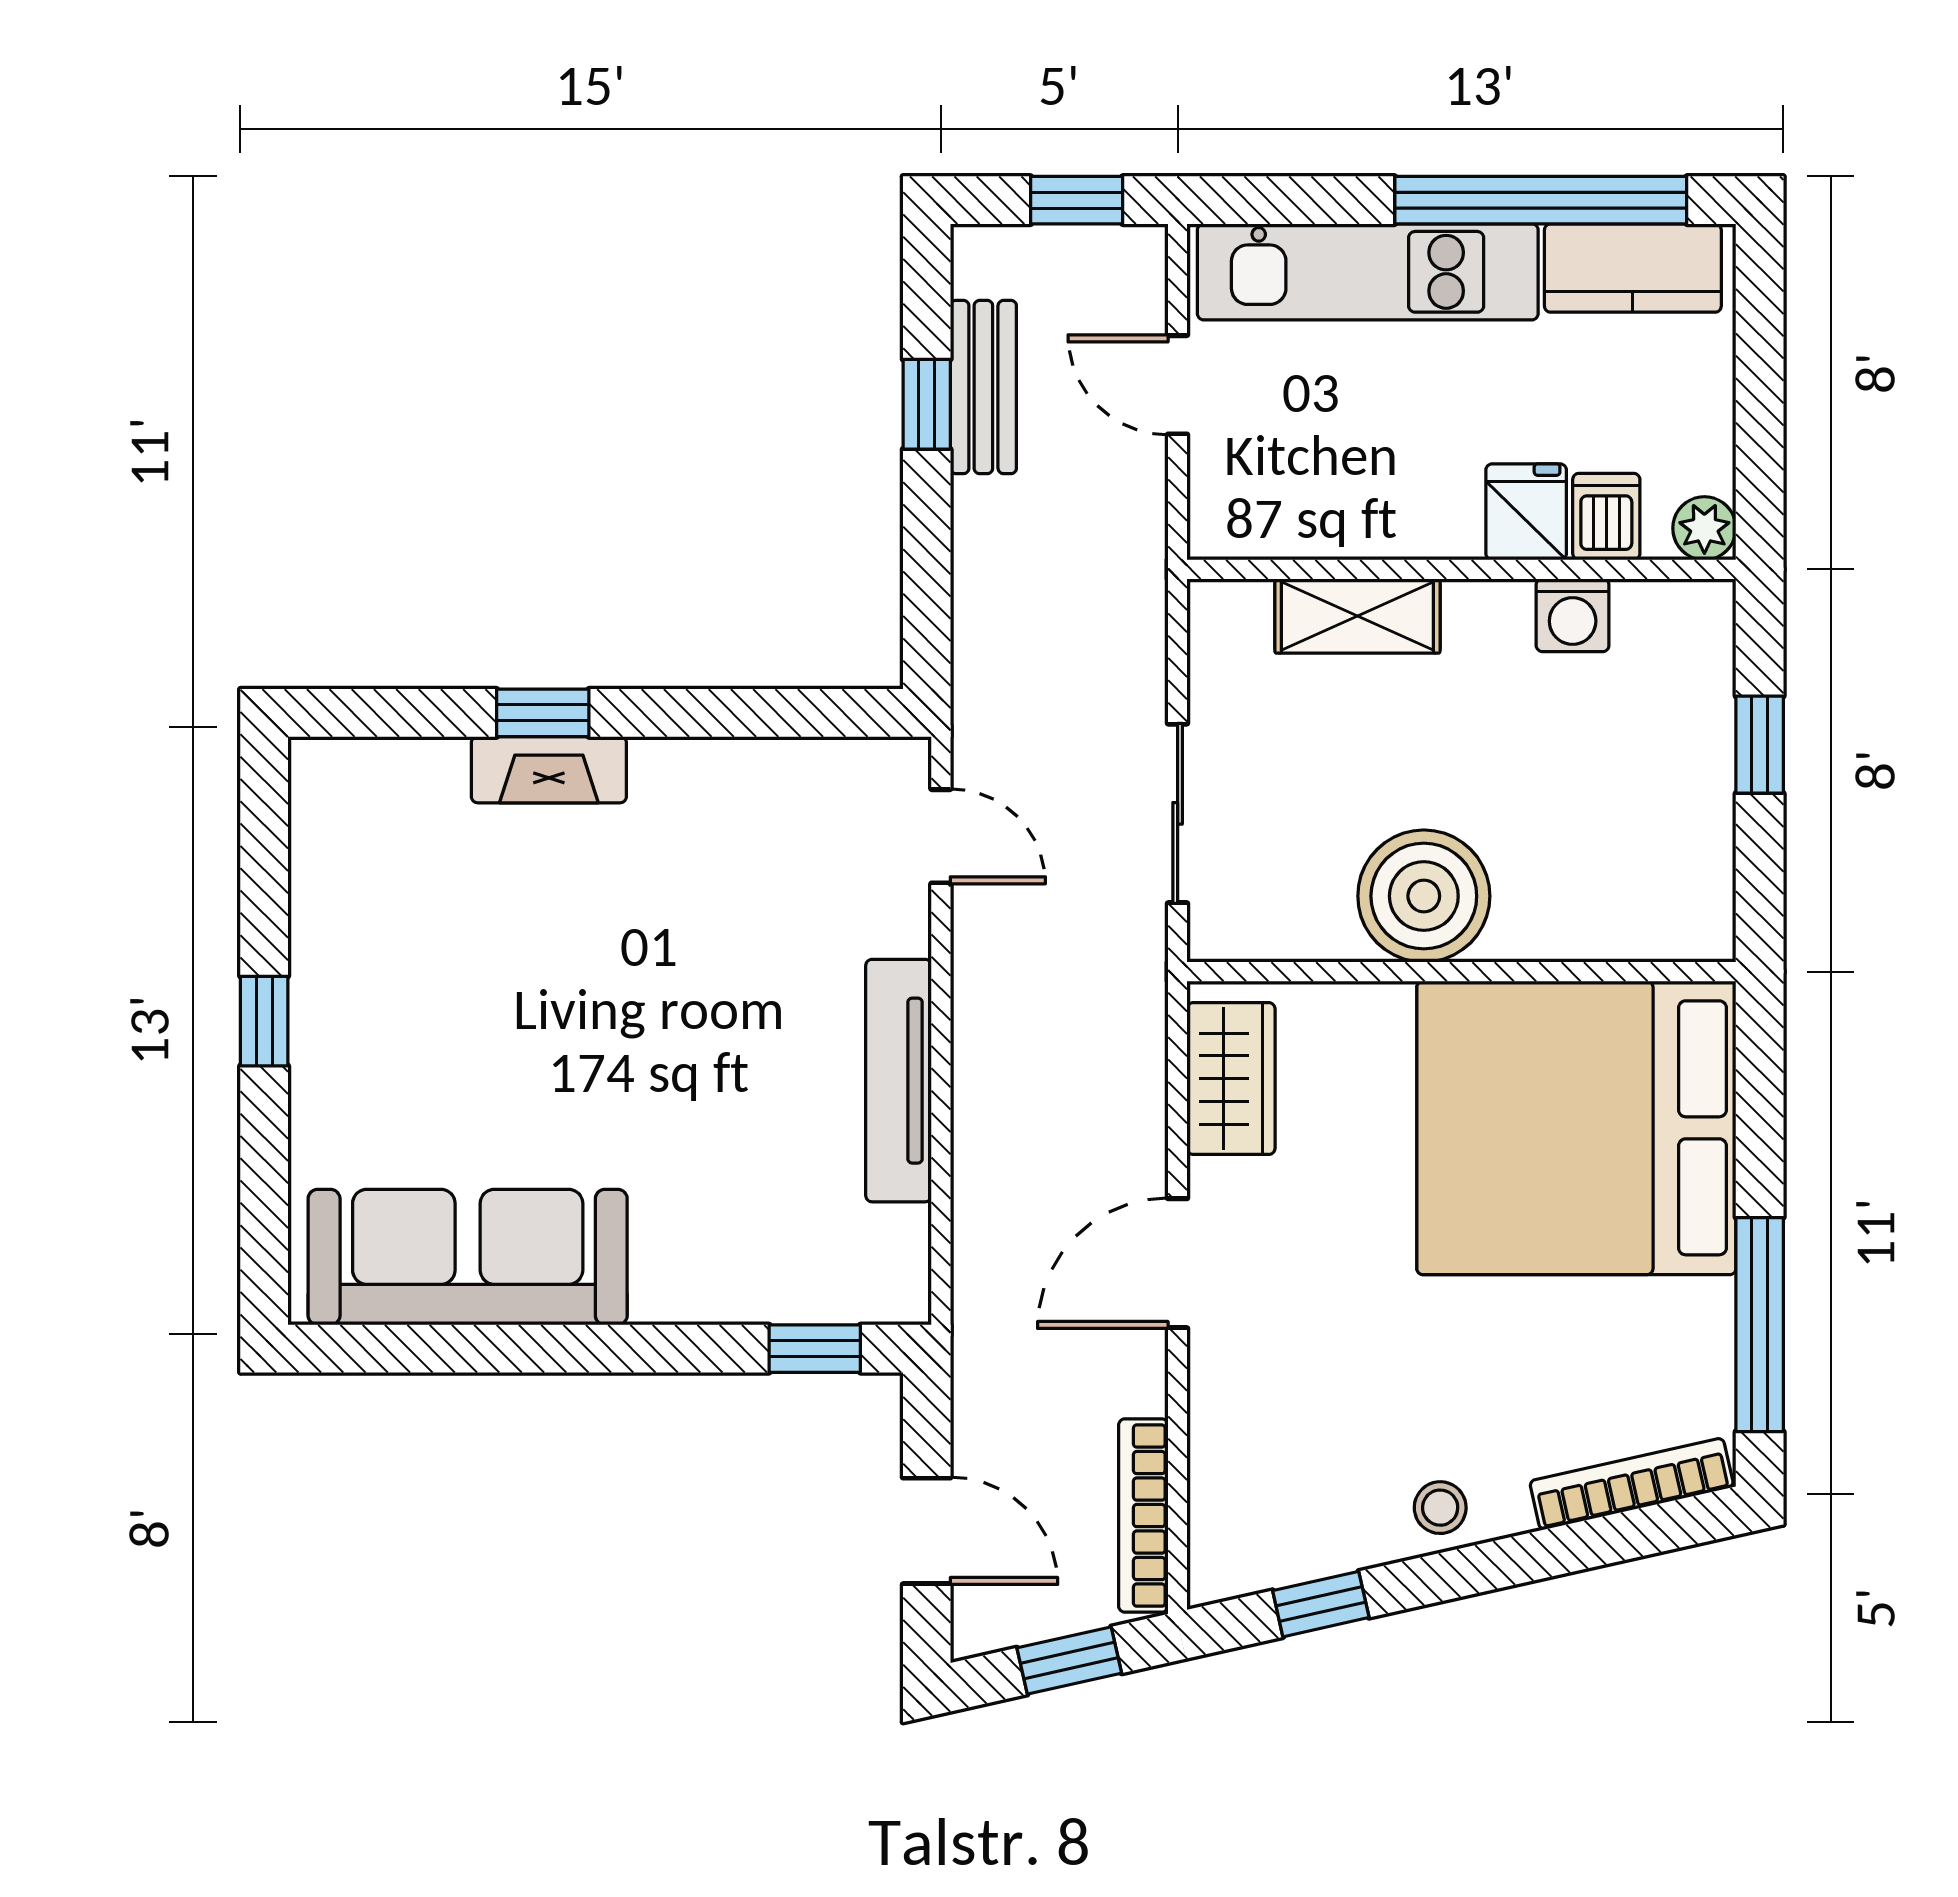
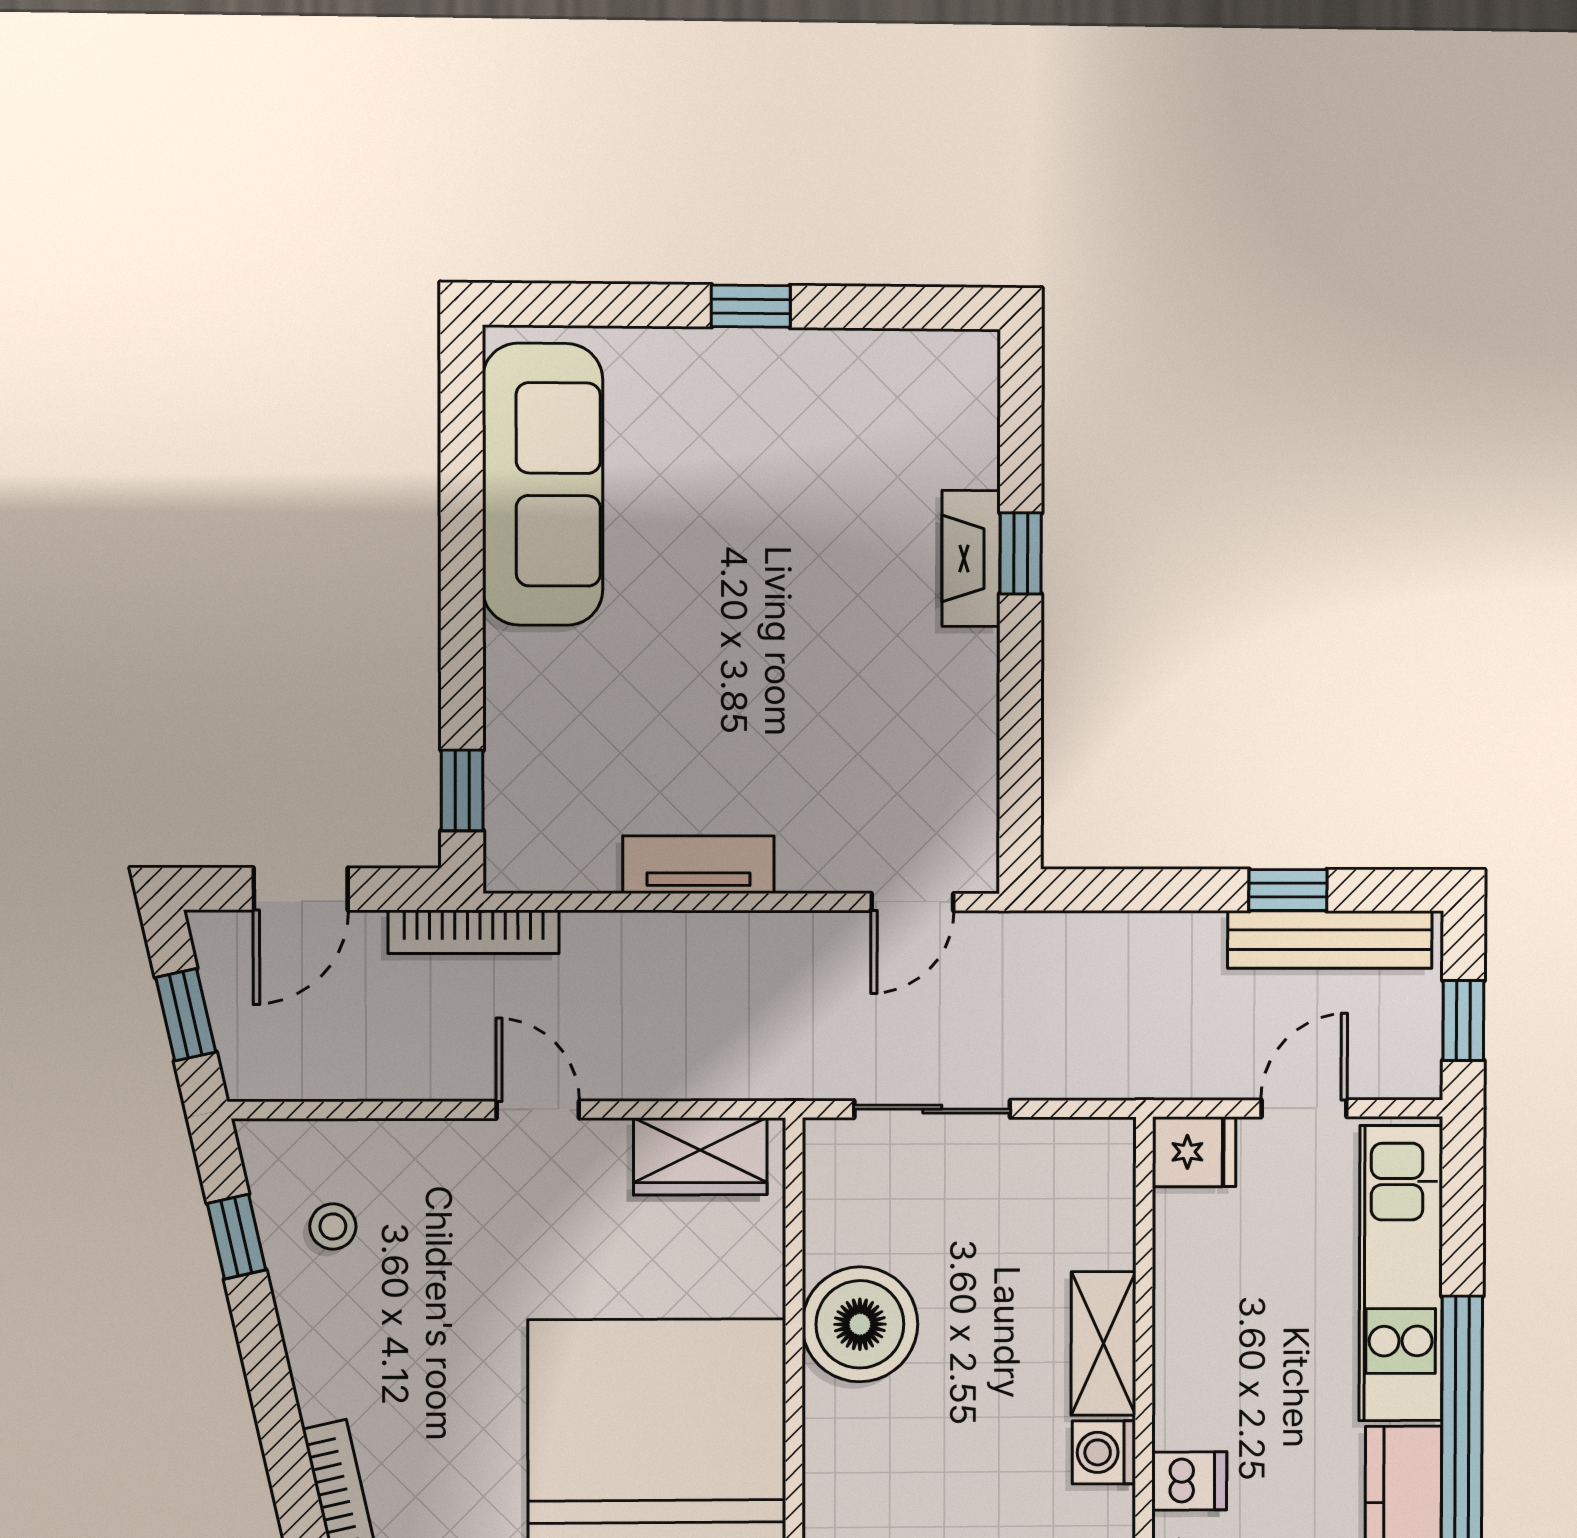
bench: (983, 387) -> (1330, 940), width x1.36
fridge: (1526, 512) -> (1194, 1152), moved
shelving: (1357, 616) -> (1103, 1343), moved
tv unit: (899, 1081) -> (698, 865), width x0.71
door: (1178, 1263) -> (538, 1110), width x0.73
stool: (1440, 1508) -> (333, 1226), moved
bookcase: (1143, 1516) -> (474, 932), moved, turned 180

